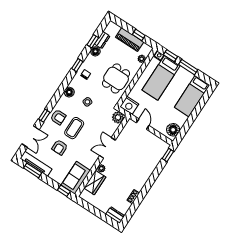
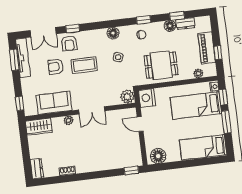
armchair: (58, 117) -> (69, 43), moved
door: (143, 124) -> (140, 124), swing flipped
double door: (107, 148) -> (92, 110), swing flipped
sofa: (76, 178) -> (54, 103), moved
wardrobe: (95, 183) -> (39, 127), moved

